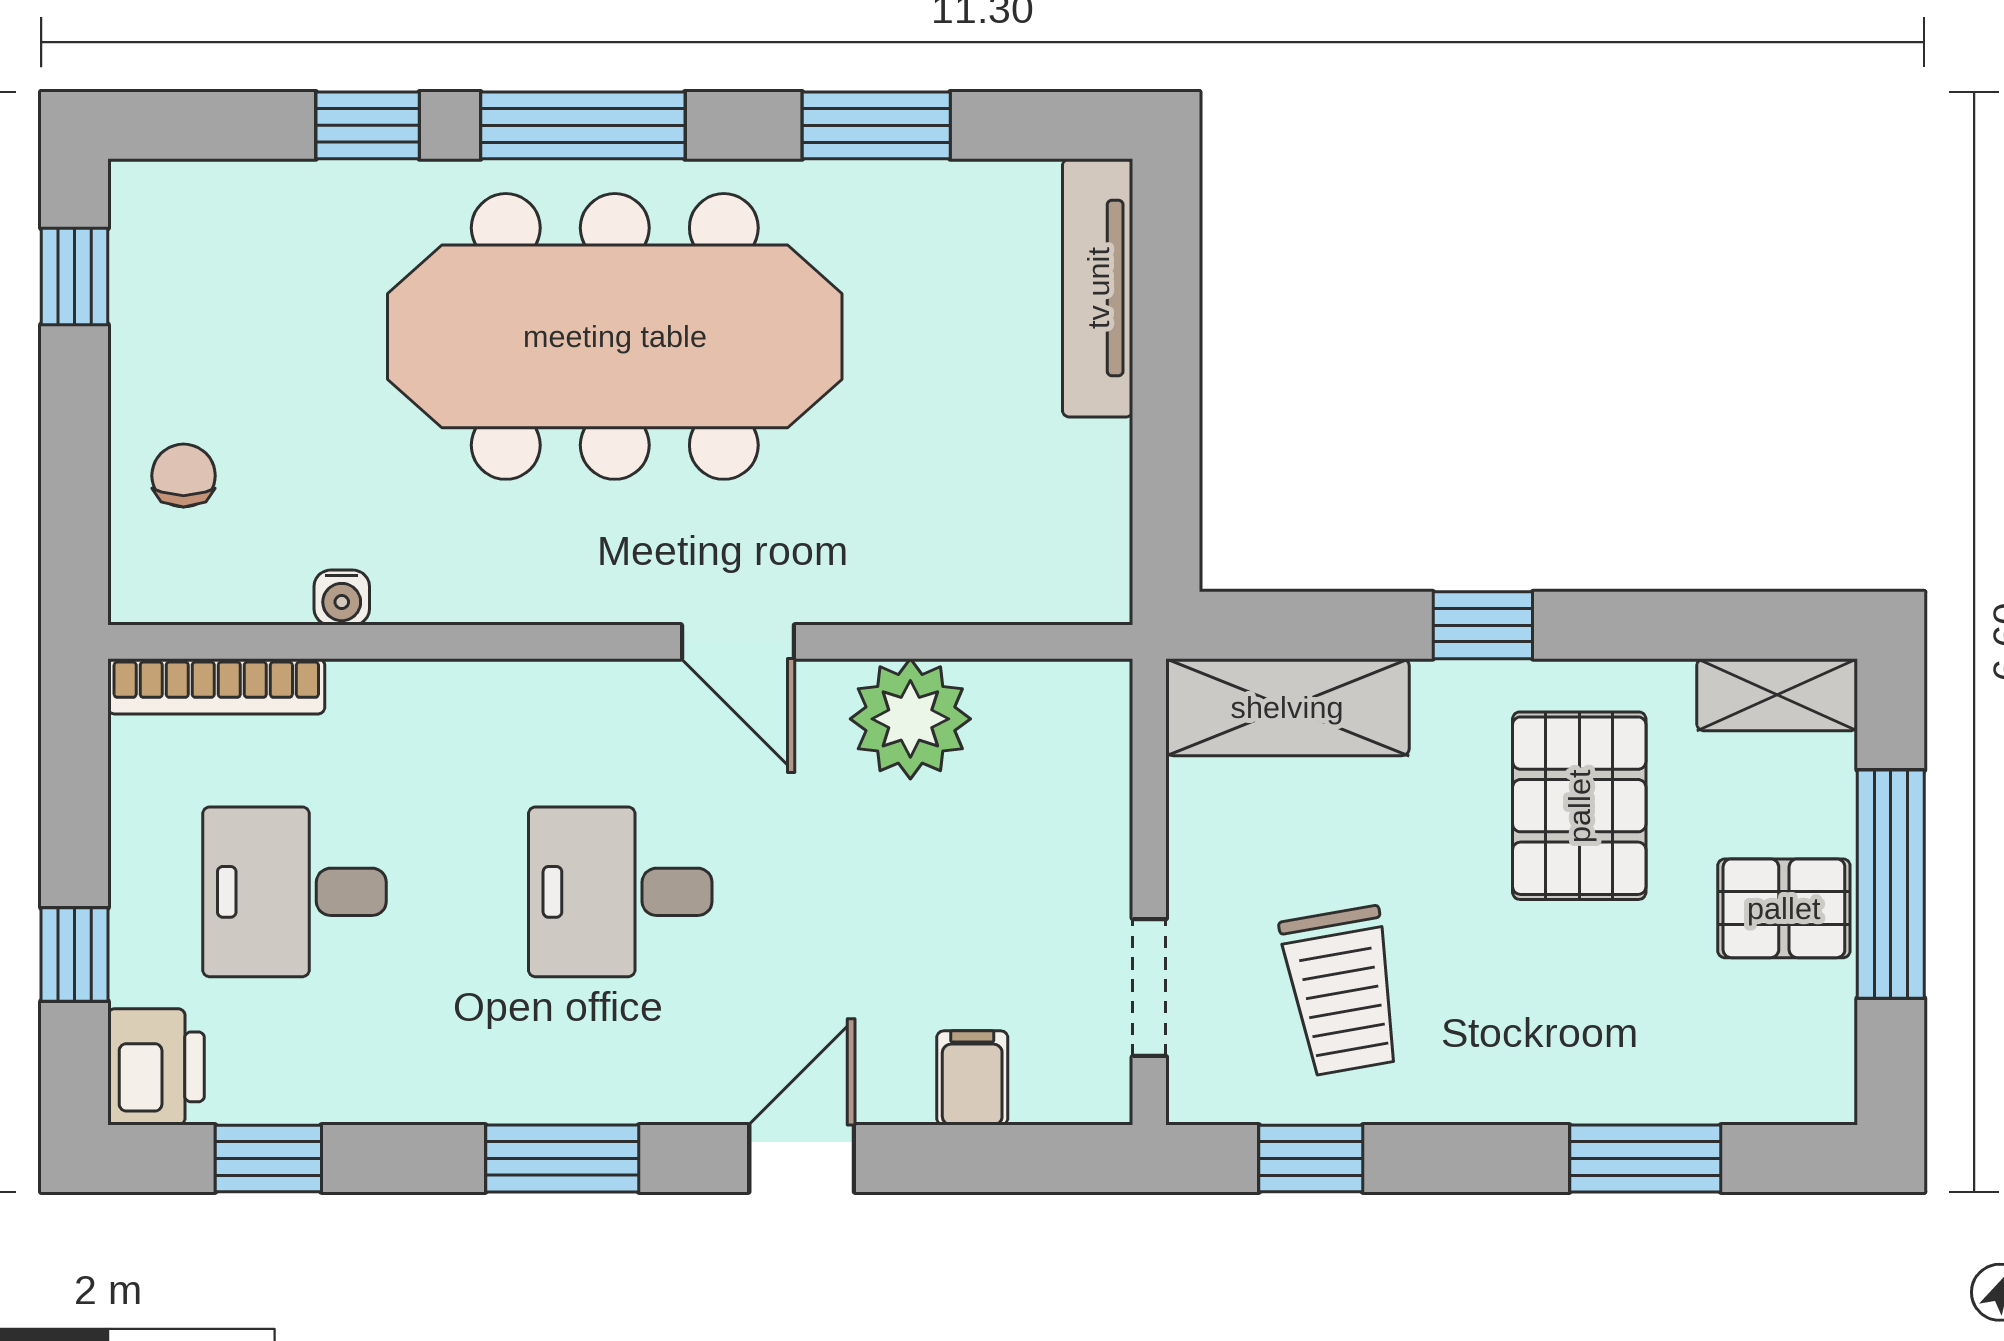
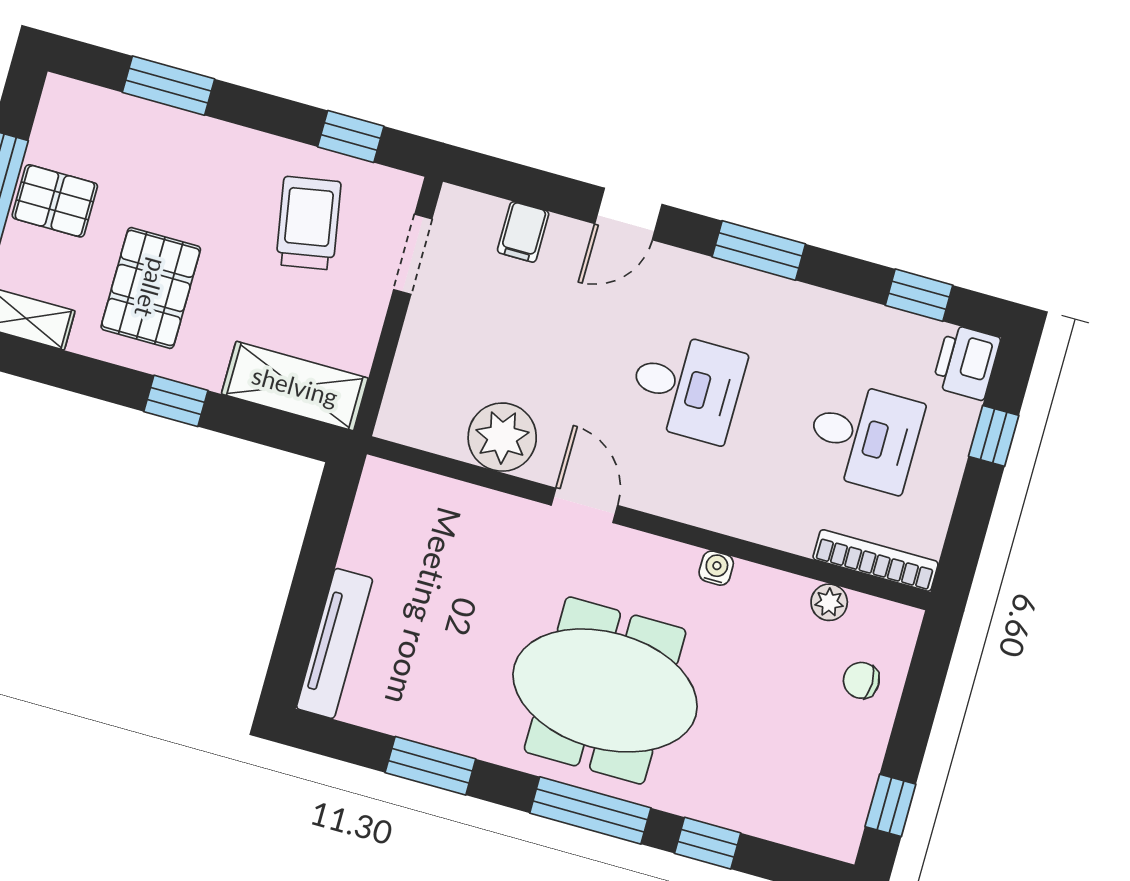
meeting table: (615, 336) -> (605, 690), width x0.73
chair: (184, 476) -> (861, 680), turned 90
plant: (275, 593) -> (829, 602), added
water cooler: (342, 598) -> (716, 568), moved

